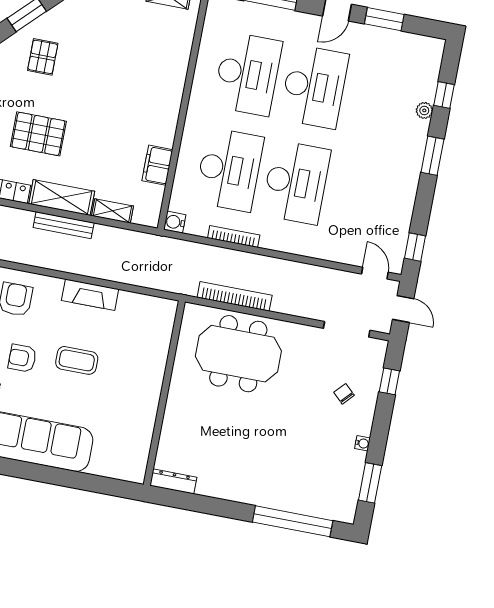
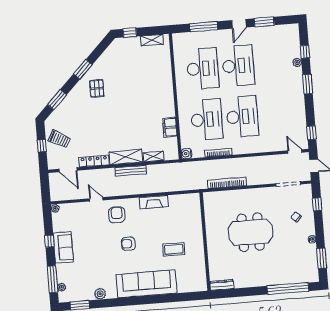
pallet: (38, 134) -> (105, 128), removed
meeting table: (238, 354) -> (251, 232), moved
coffee table: (77, 360) -> (174, 249), moved

